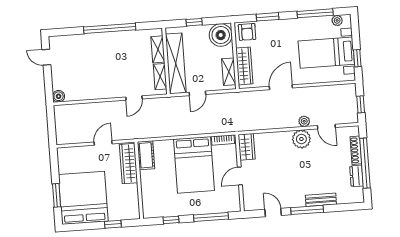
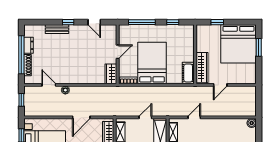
plant: (301, 139) -> (69, 77), removed
window: (307, 210) -> (68, 22), width x0.46

